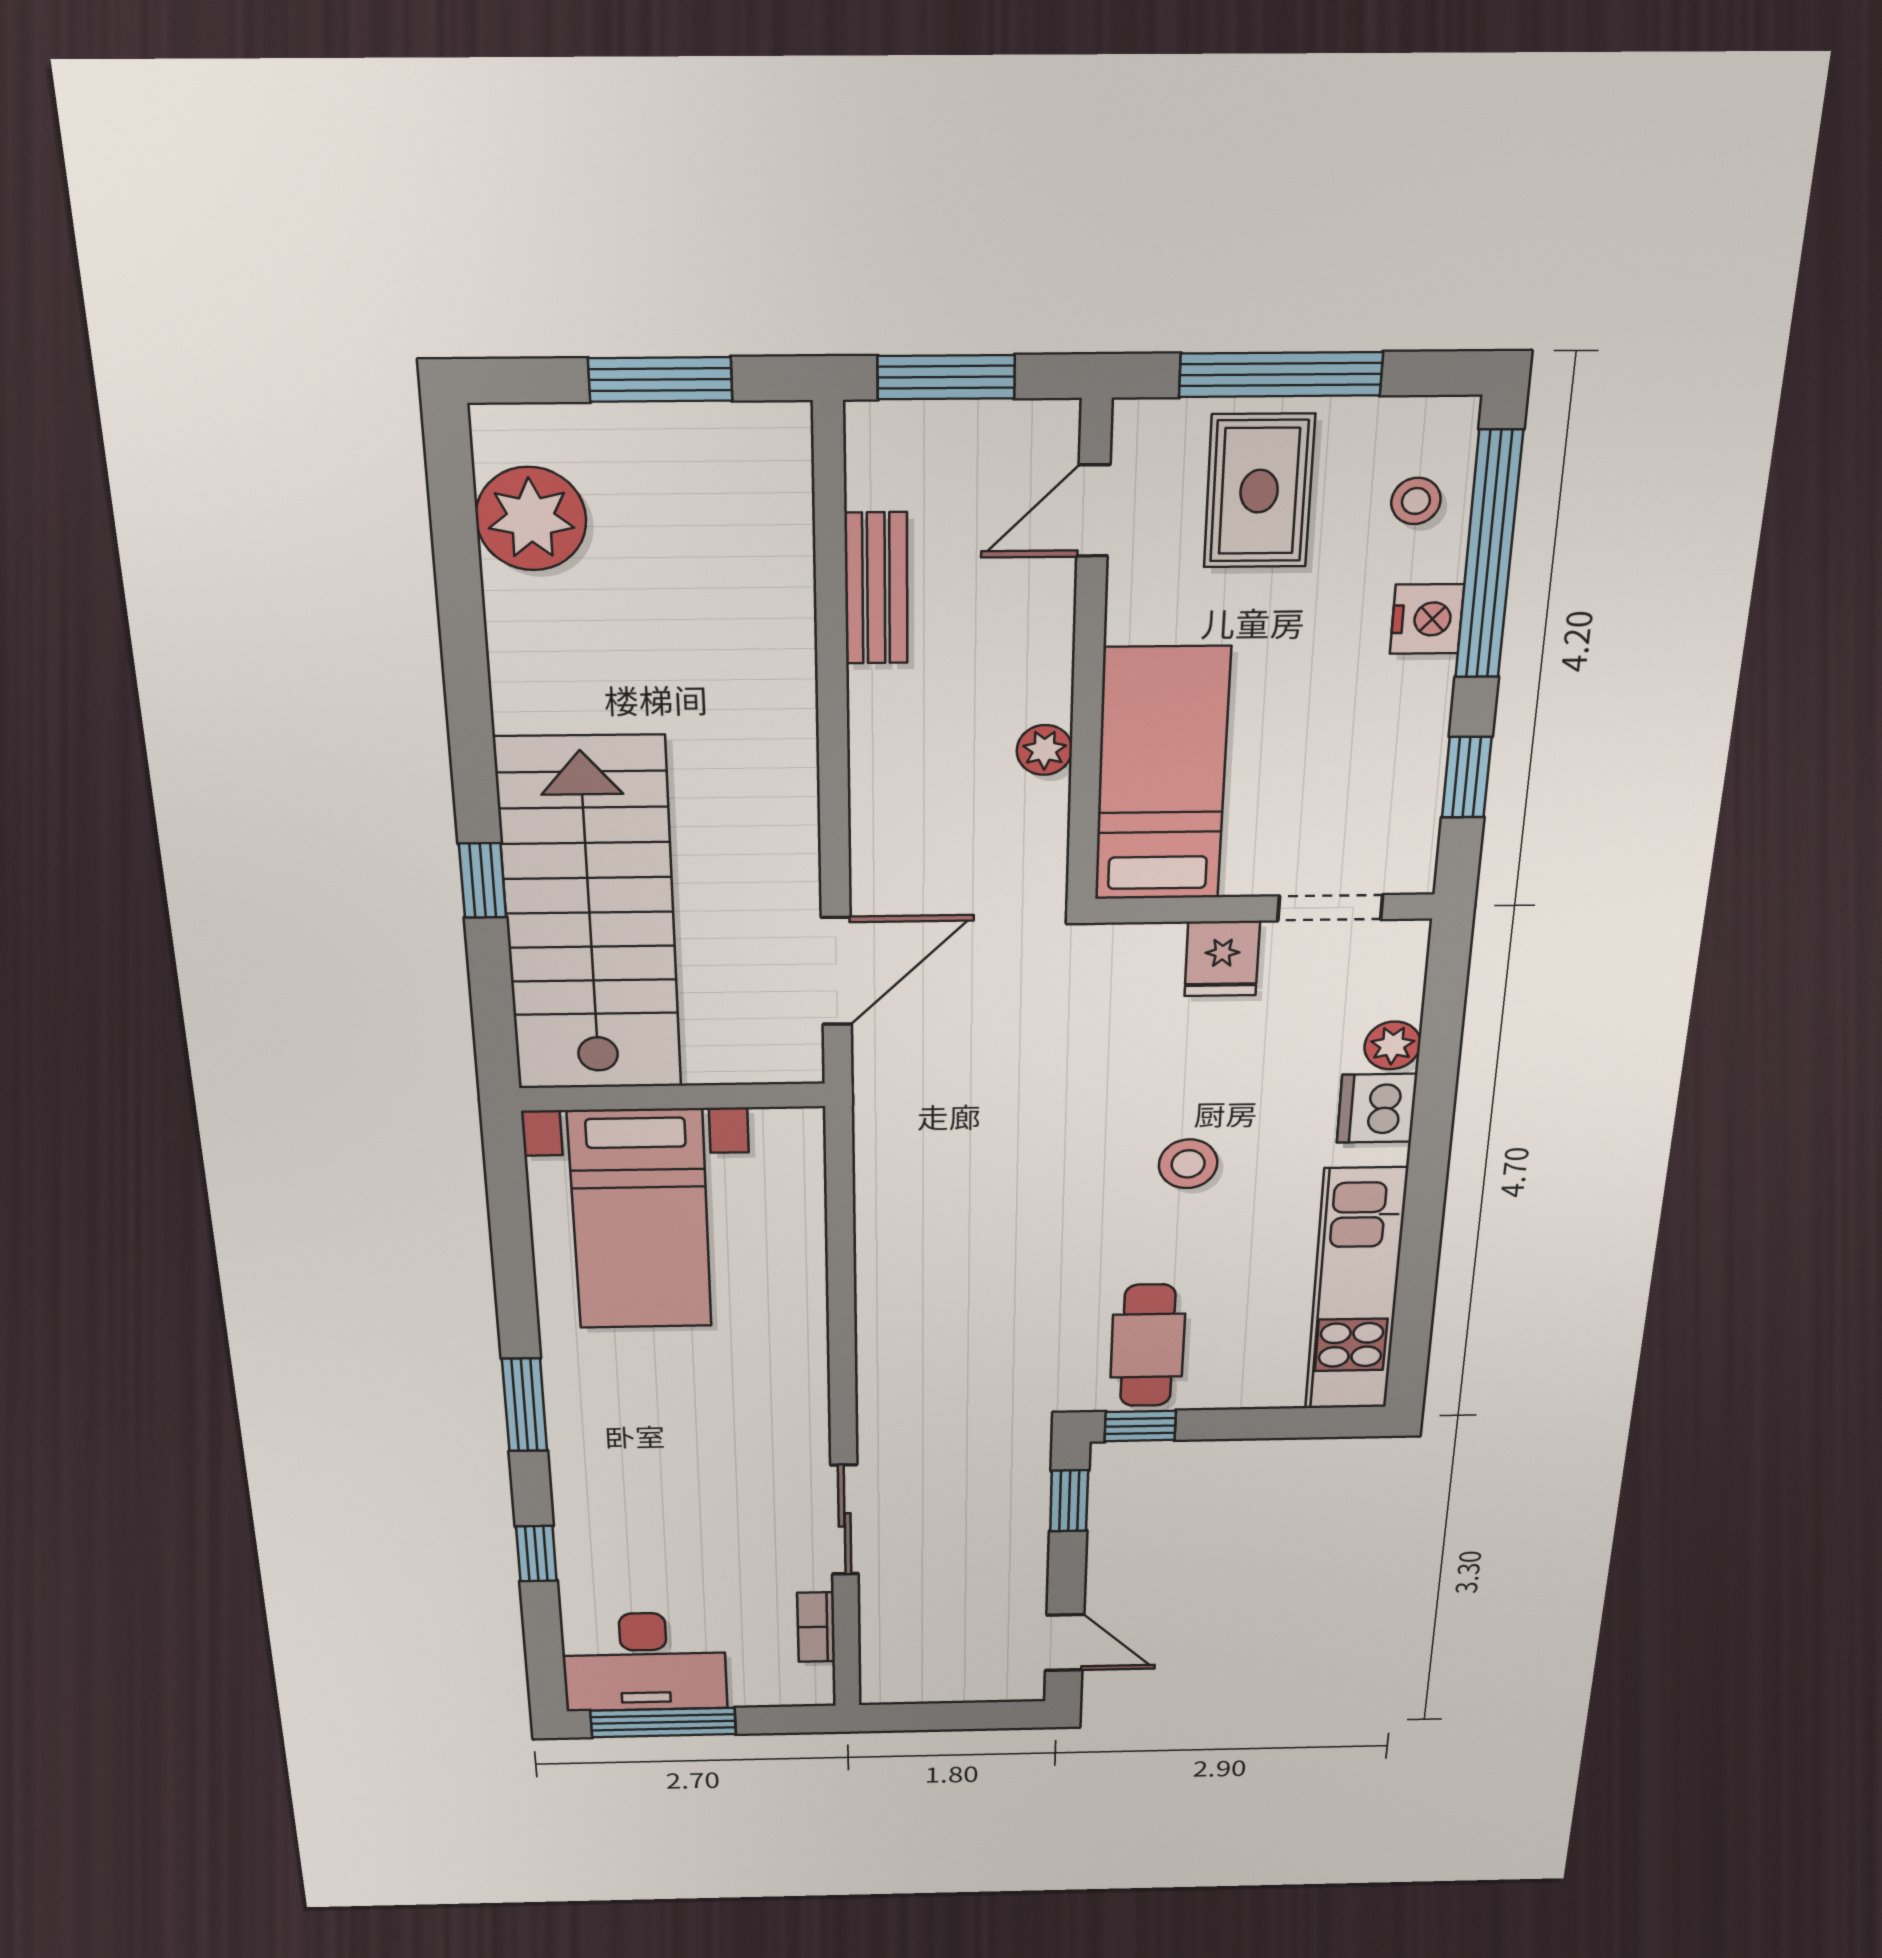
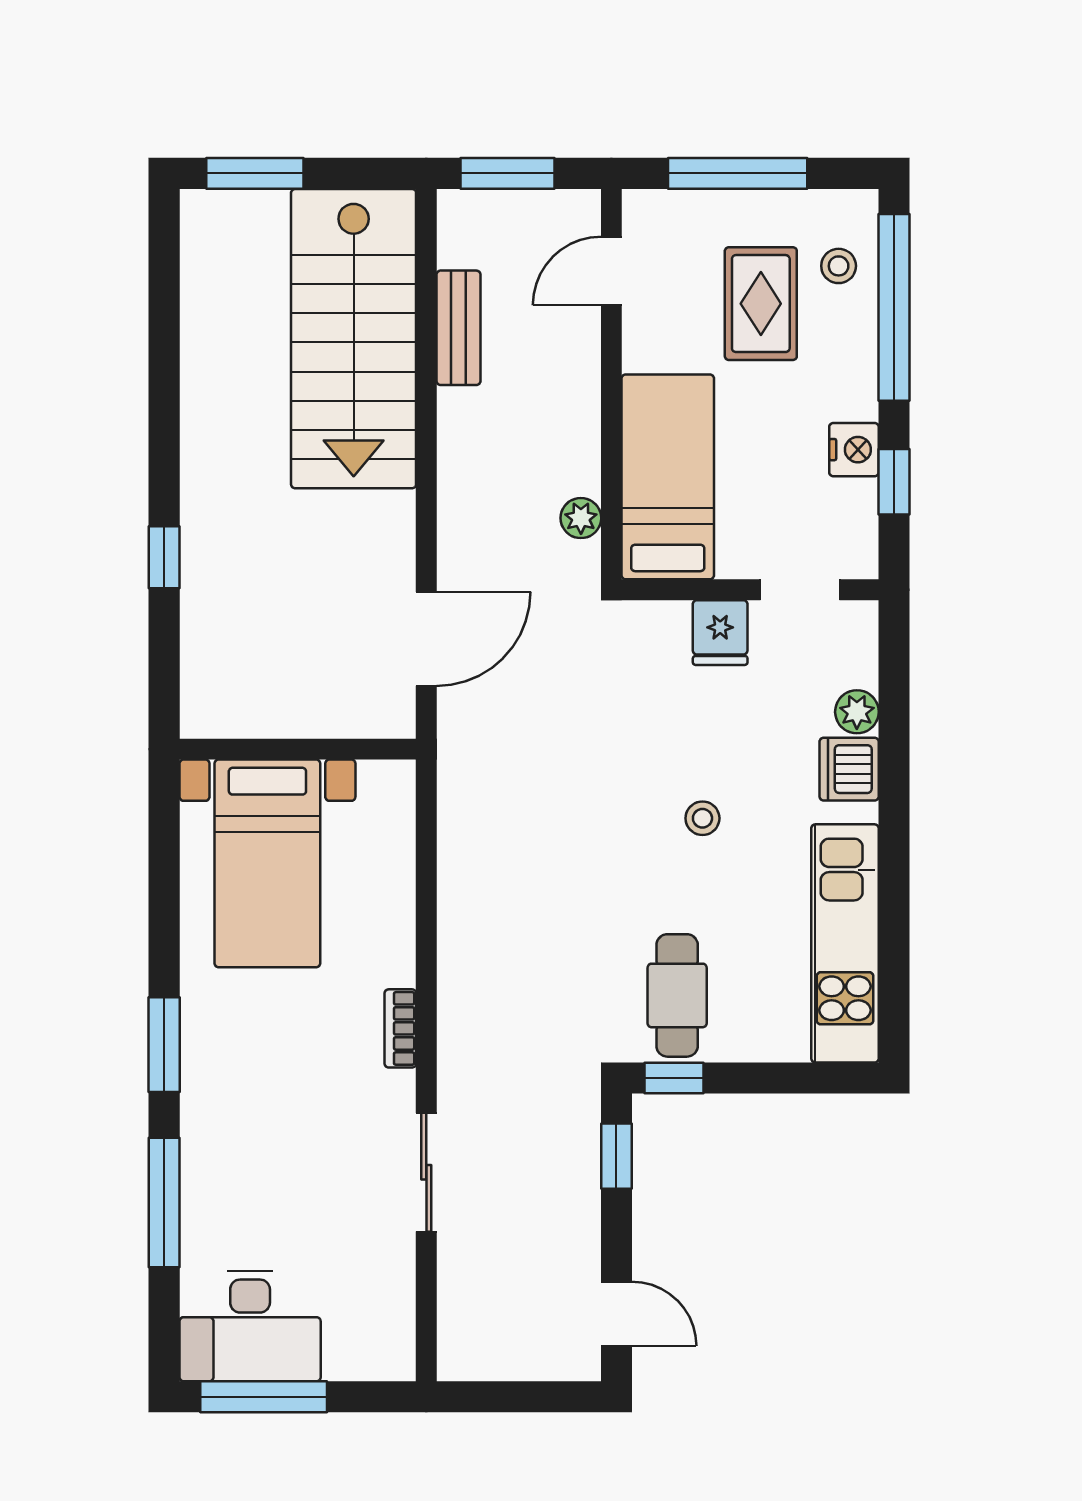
window: (660, 379) -> (255, 173), moved
rug: (1259, 491) -> (761, 304), moved
plant: (531, 519) -> (218, 273), removed
nightstand: (1427, 619) -> (854, 450), moved
plant: (1044, 750) -> (581, 518), moved
stairs: (590, 917) -> (354, 339), moved, turned 180
stool: (1188, 1164) -> (702, 818), width x0.73, depth x0.73
window: (536, 1554) -> (164, 1202), width x2.17
bookcase: (816, 1627) -> (400, 1028), moved

